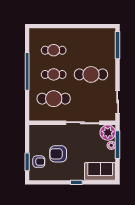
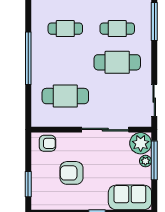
cafe table: (54, 74) -> (117, 29), moved
armchair: (39, 162) -> (47, 143), moved

